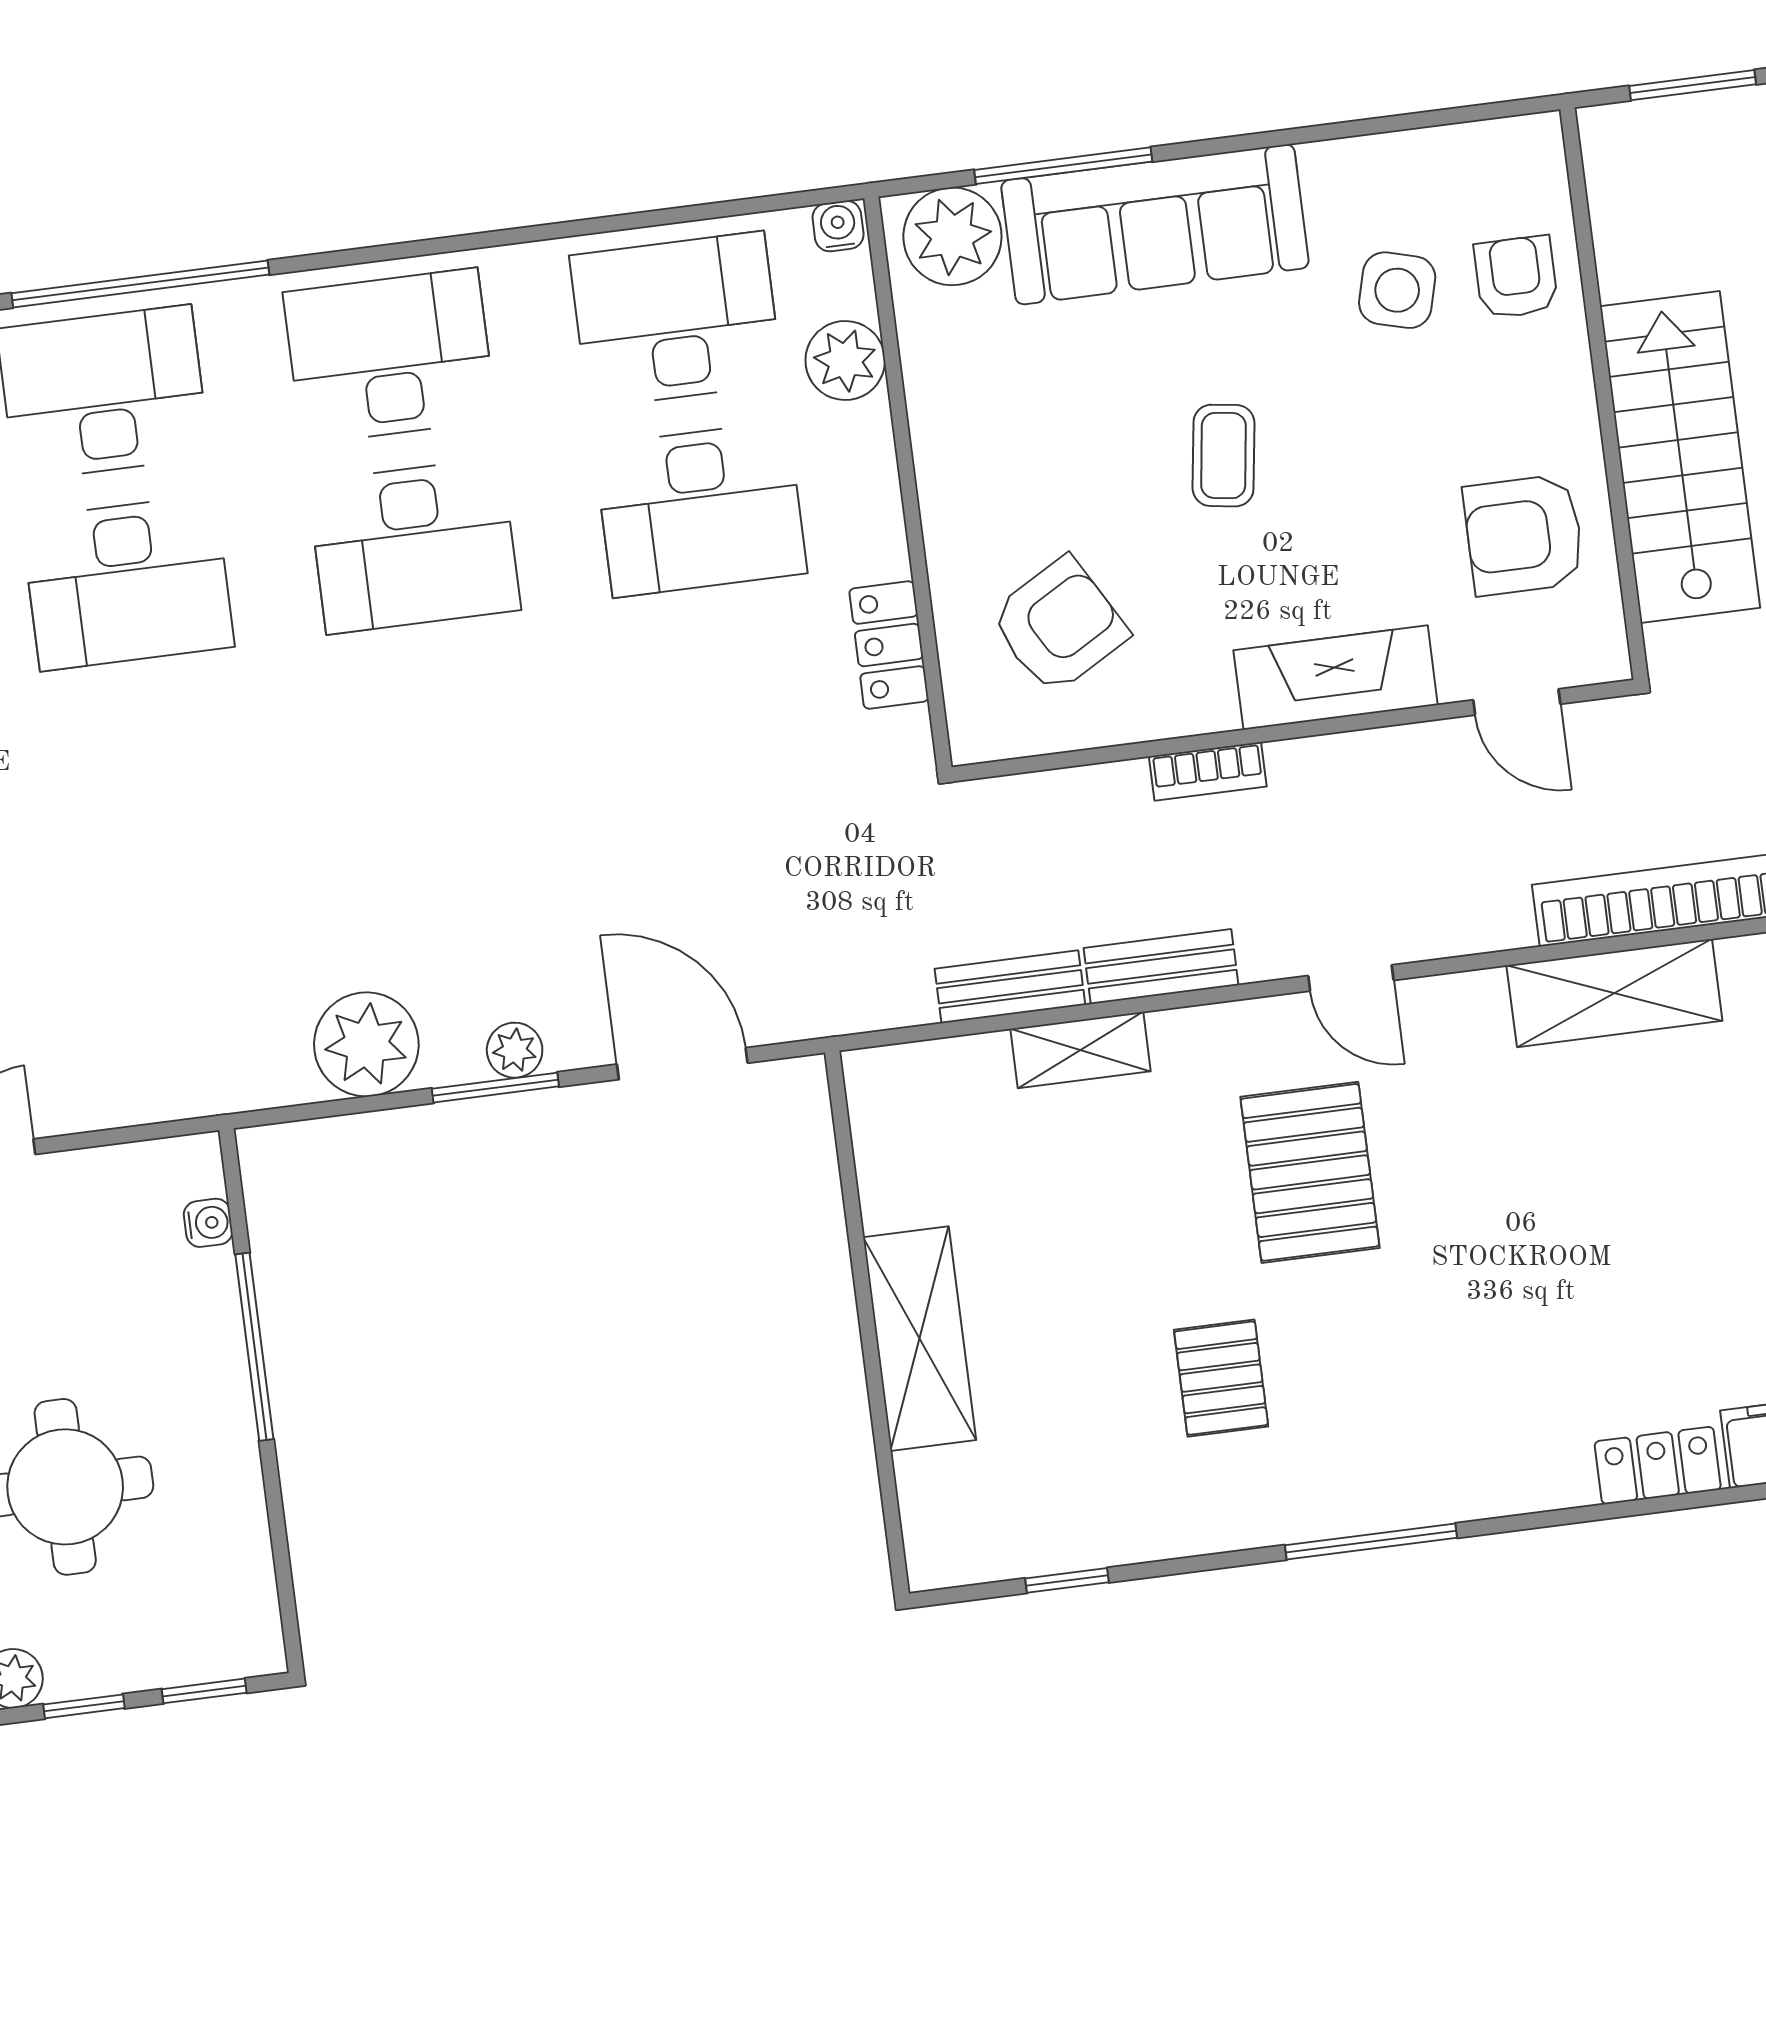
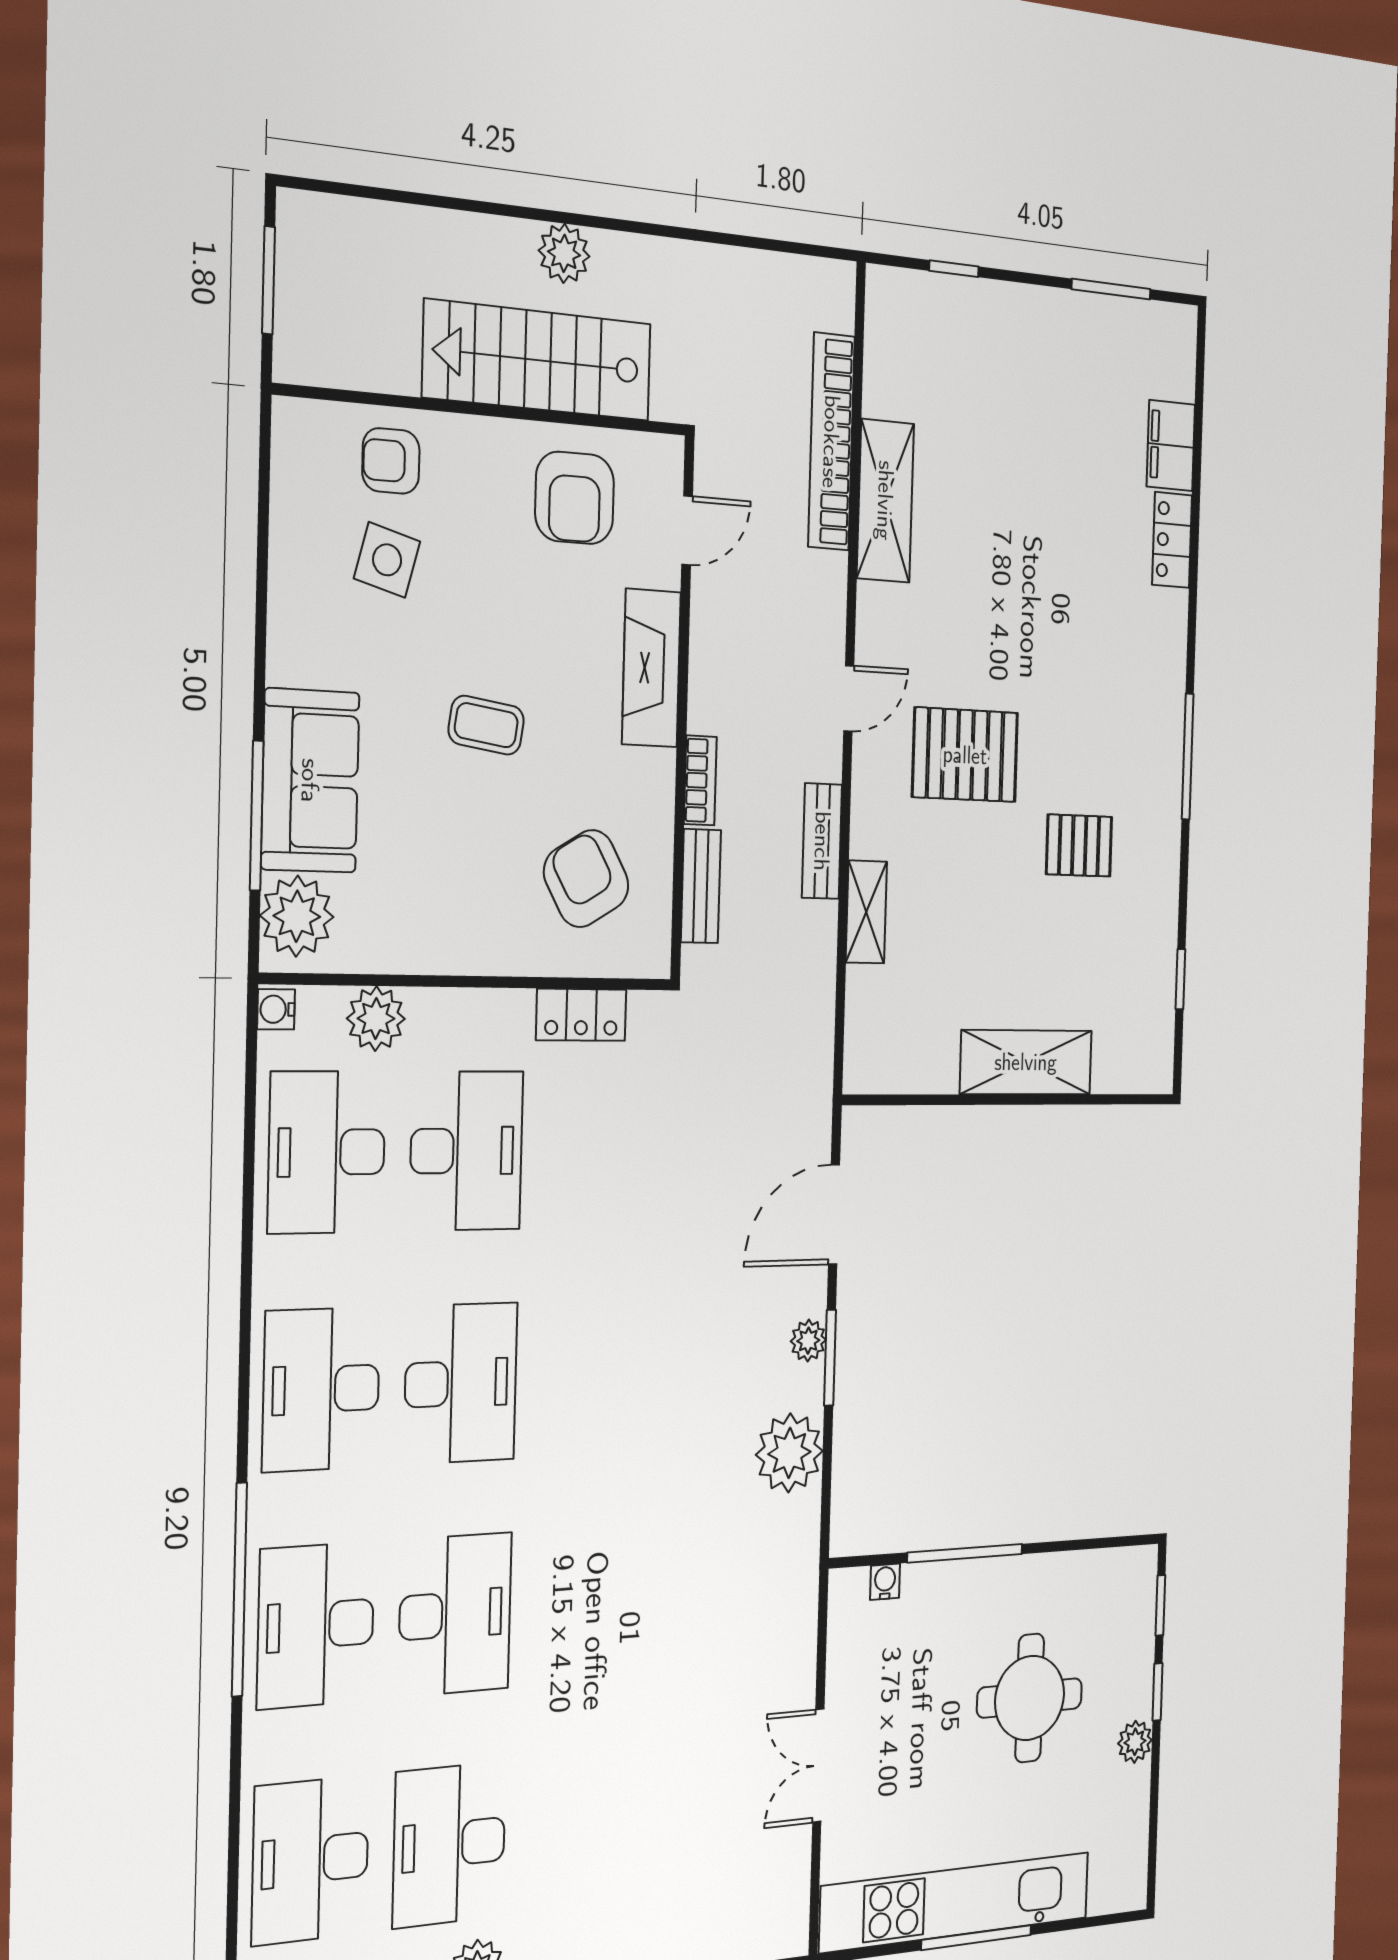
sofa: (1155, 224) -> (310, 781), width x0.73
bench: (1010, 987) -> (701, 886), moved

